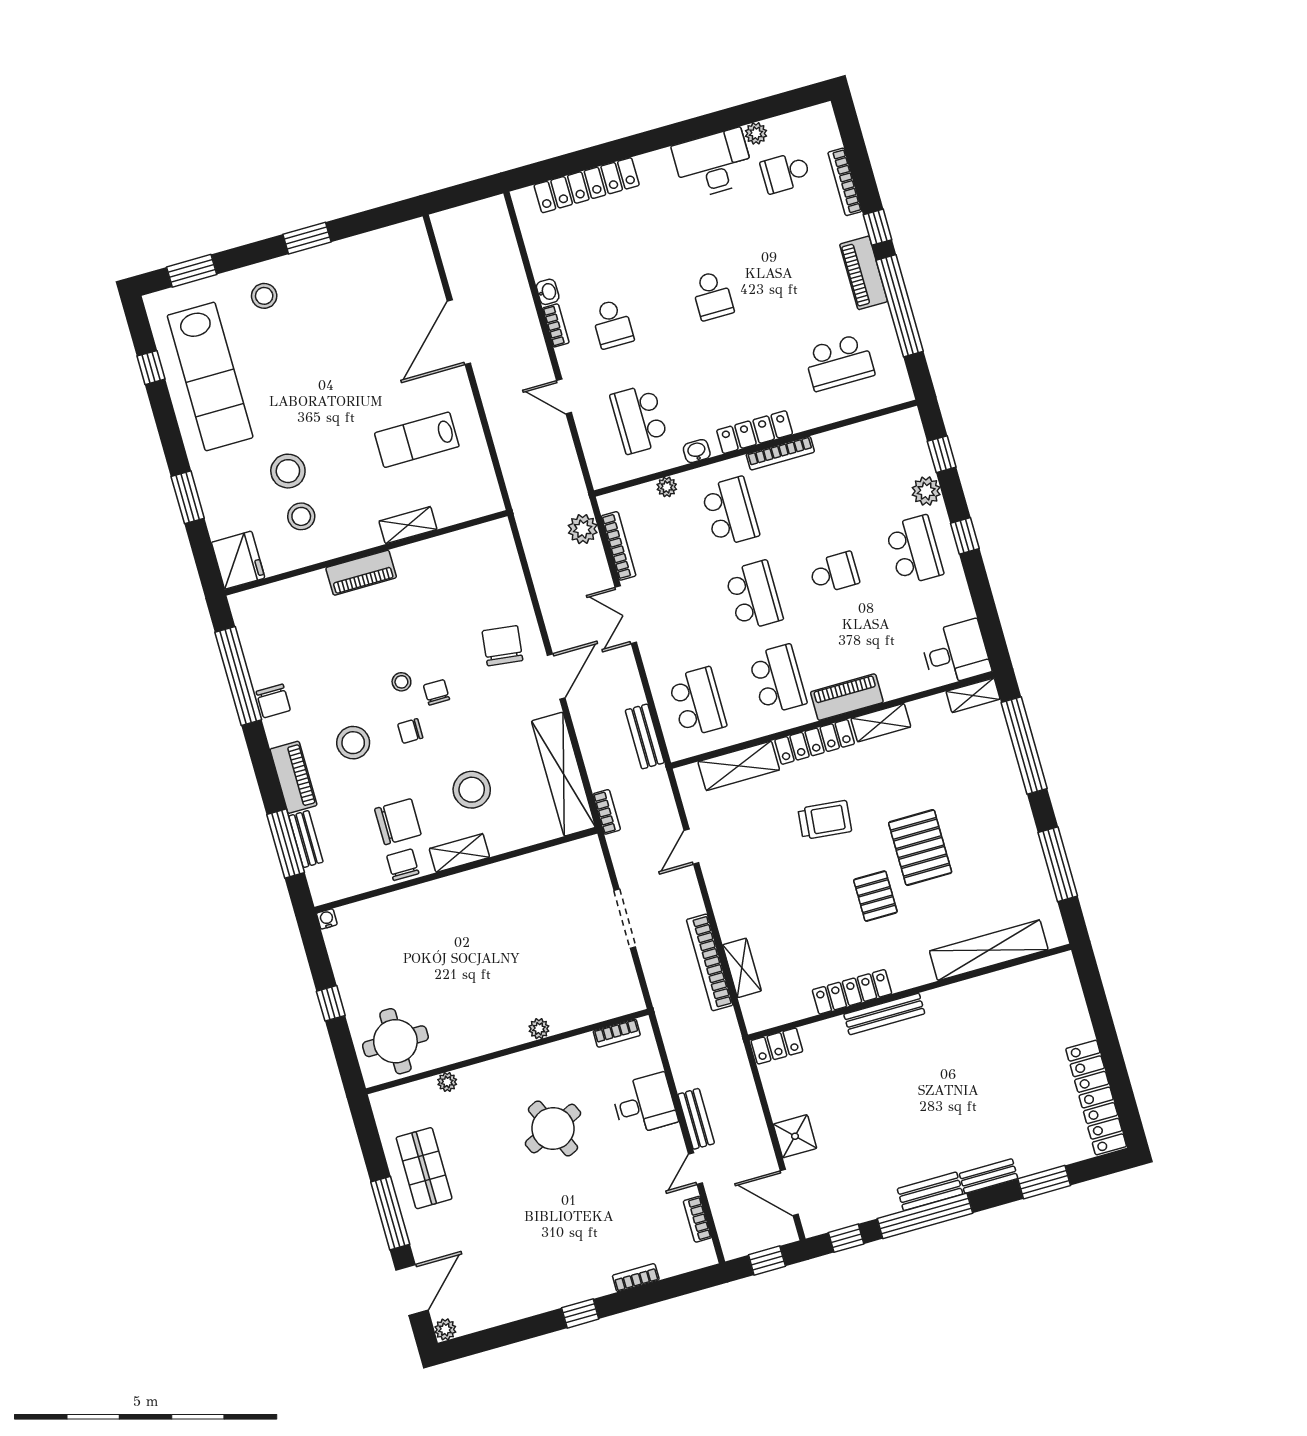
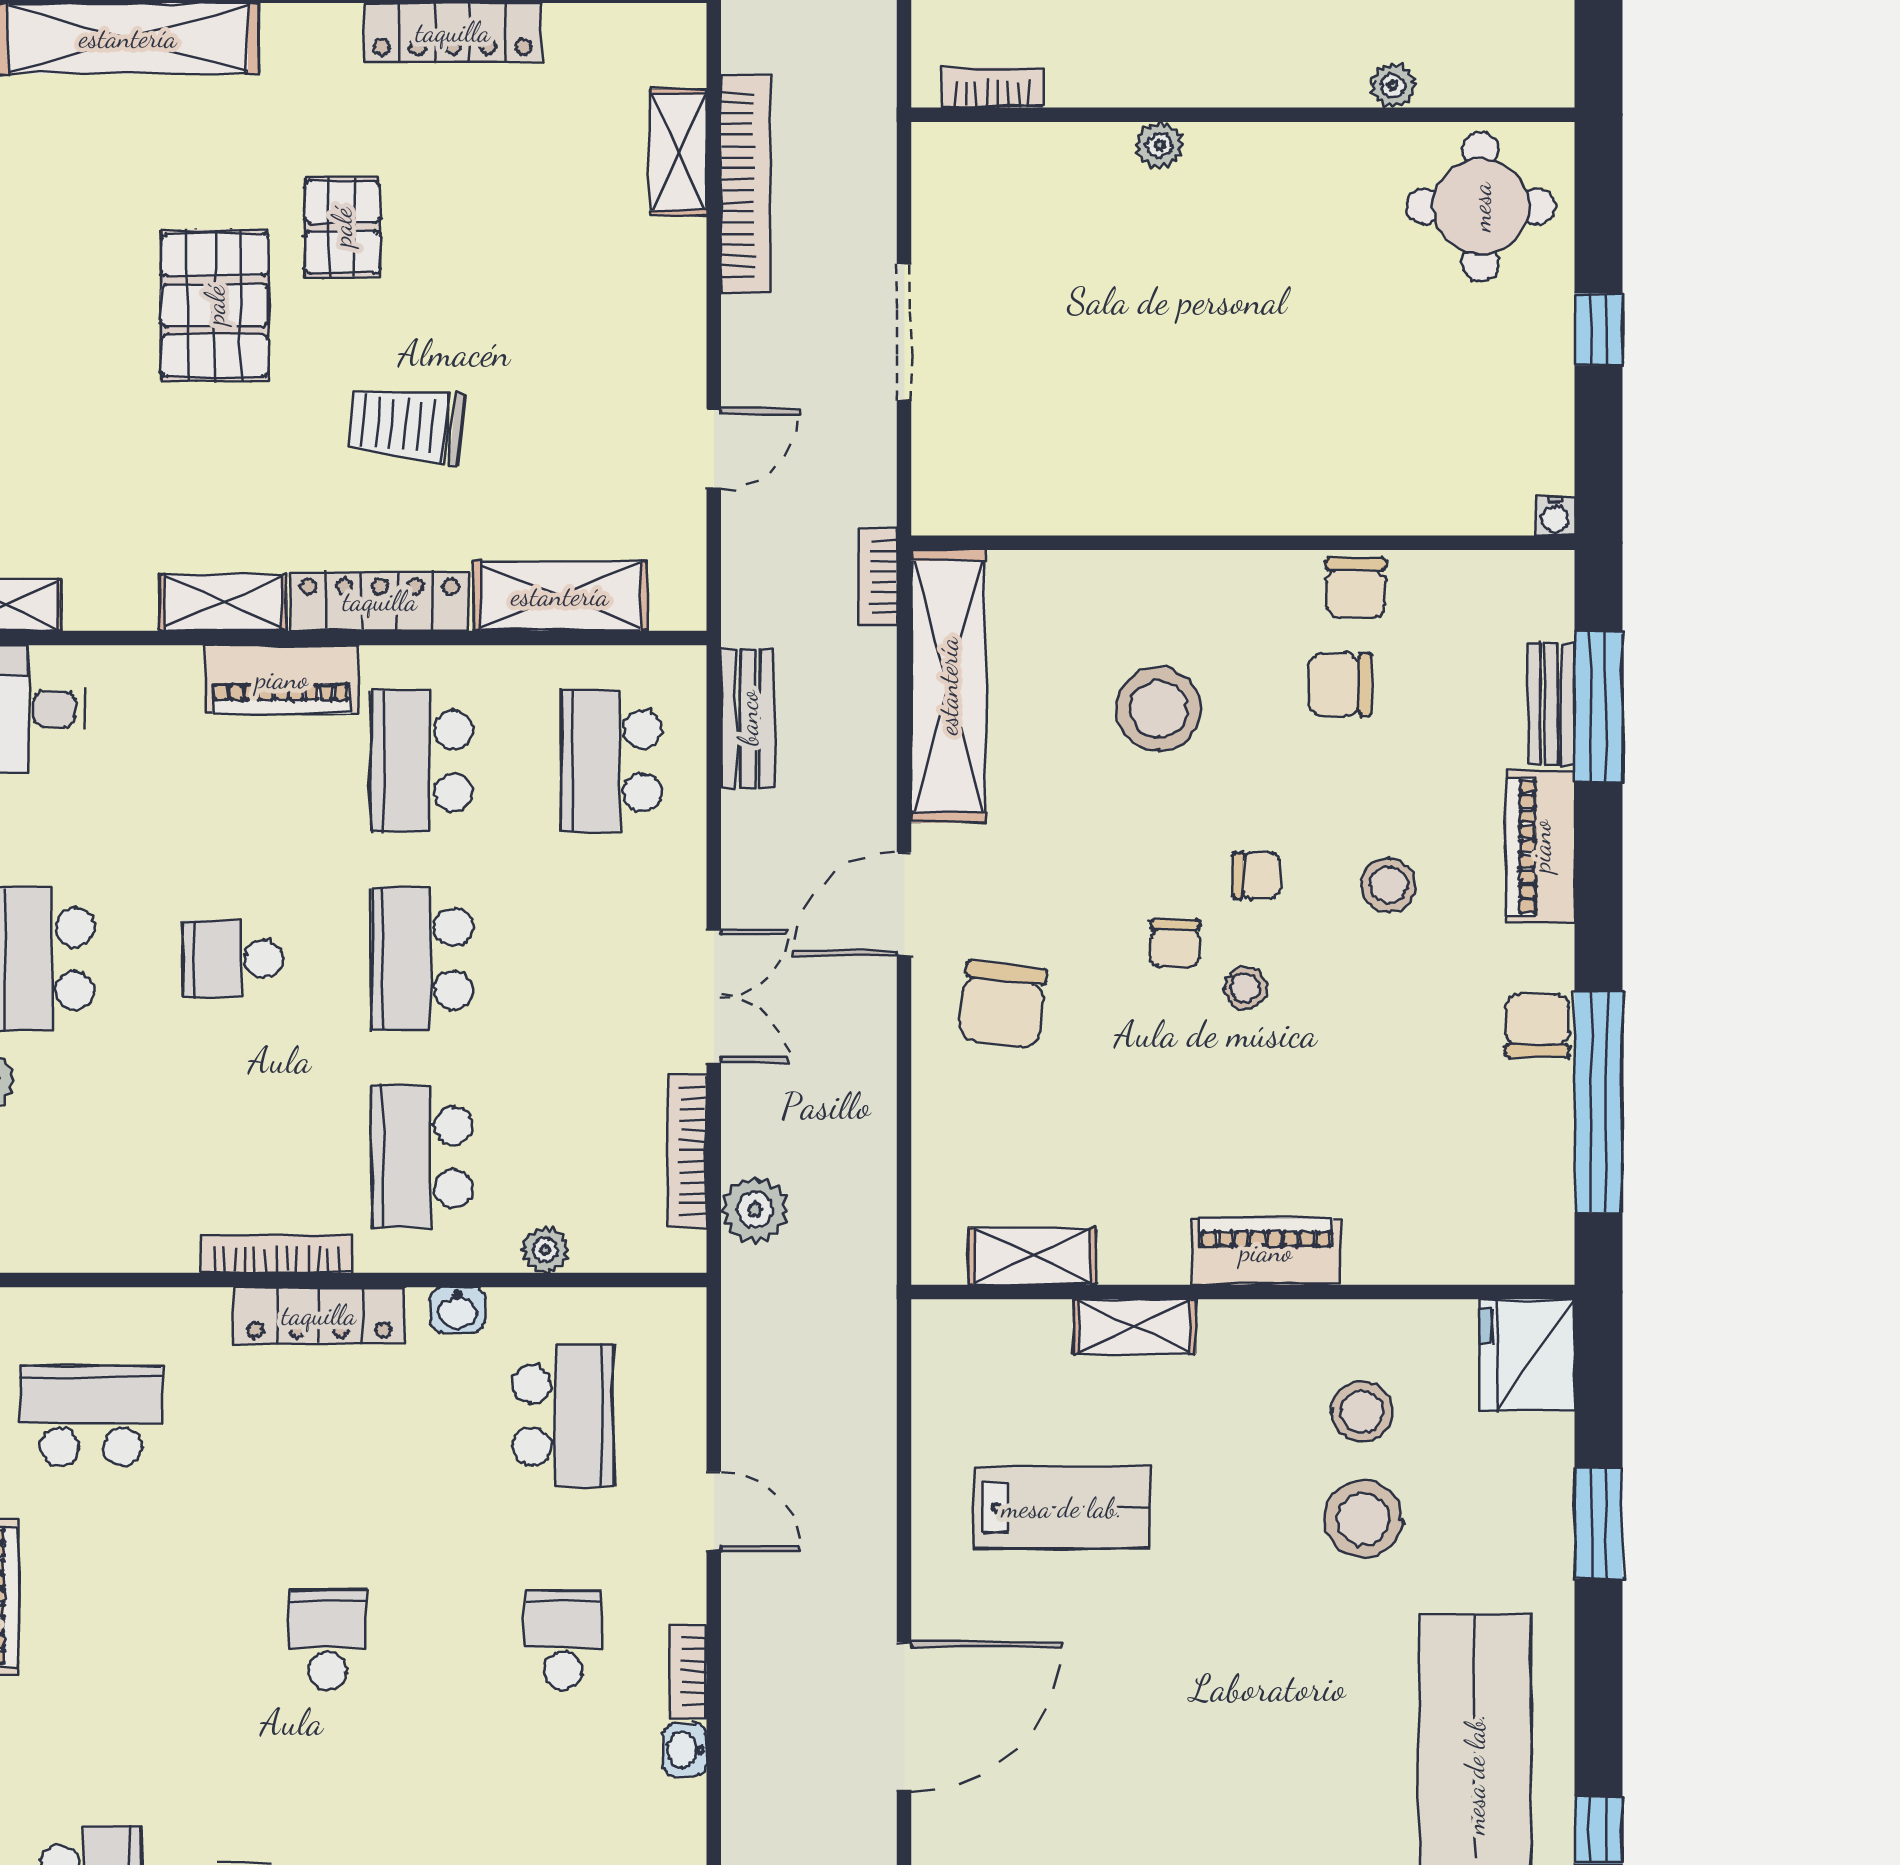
stool: (353, 743) -> (1389, 885), width x0.73, depth x0.73
chair: (398, 822) -> (1340, 685), width x0.73, depth x0.73
shelving: (459, 853) -> (1032, 1256), moved

